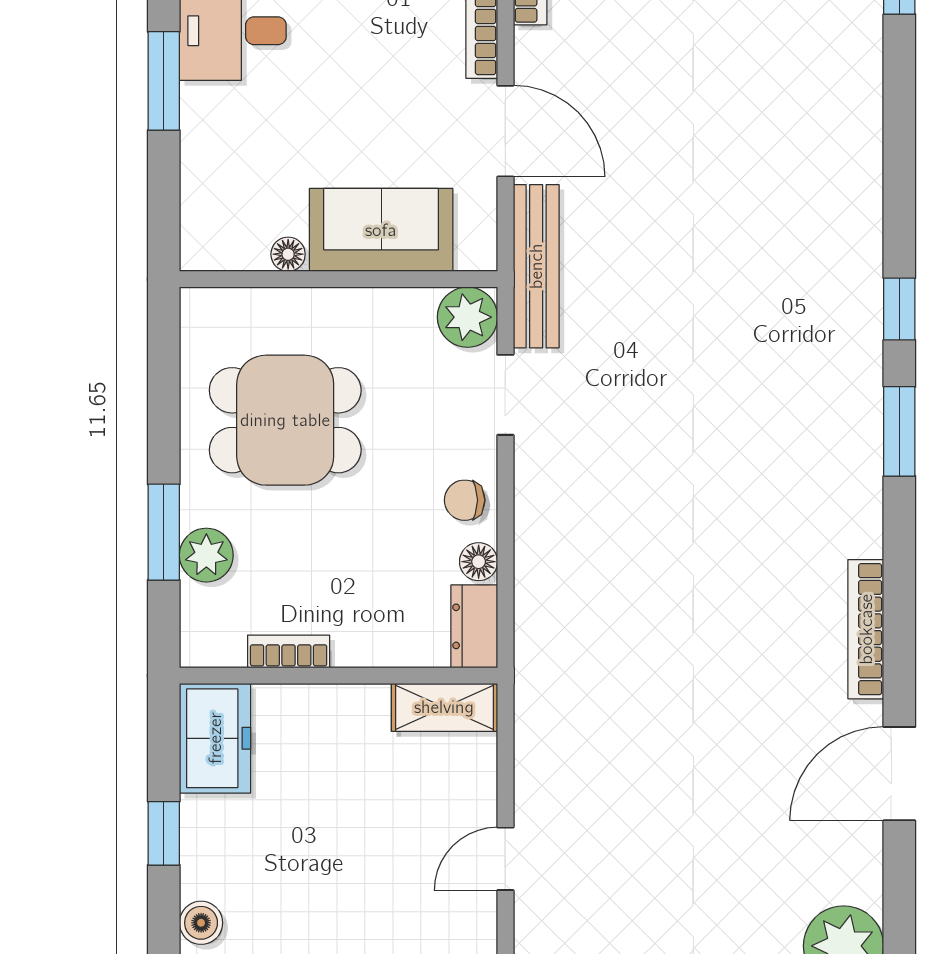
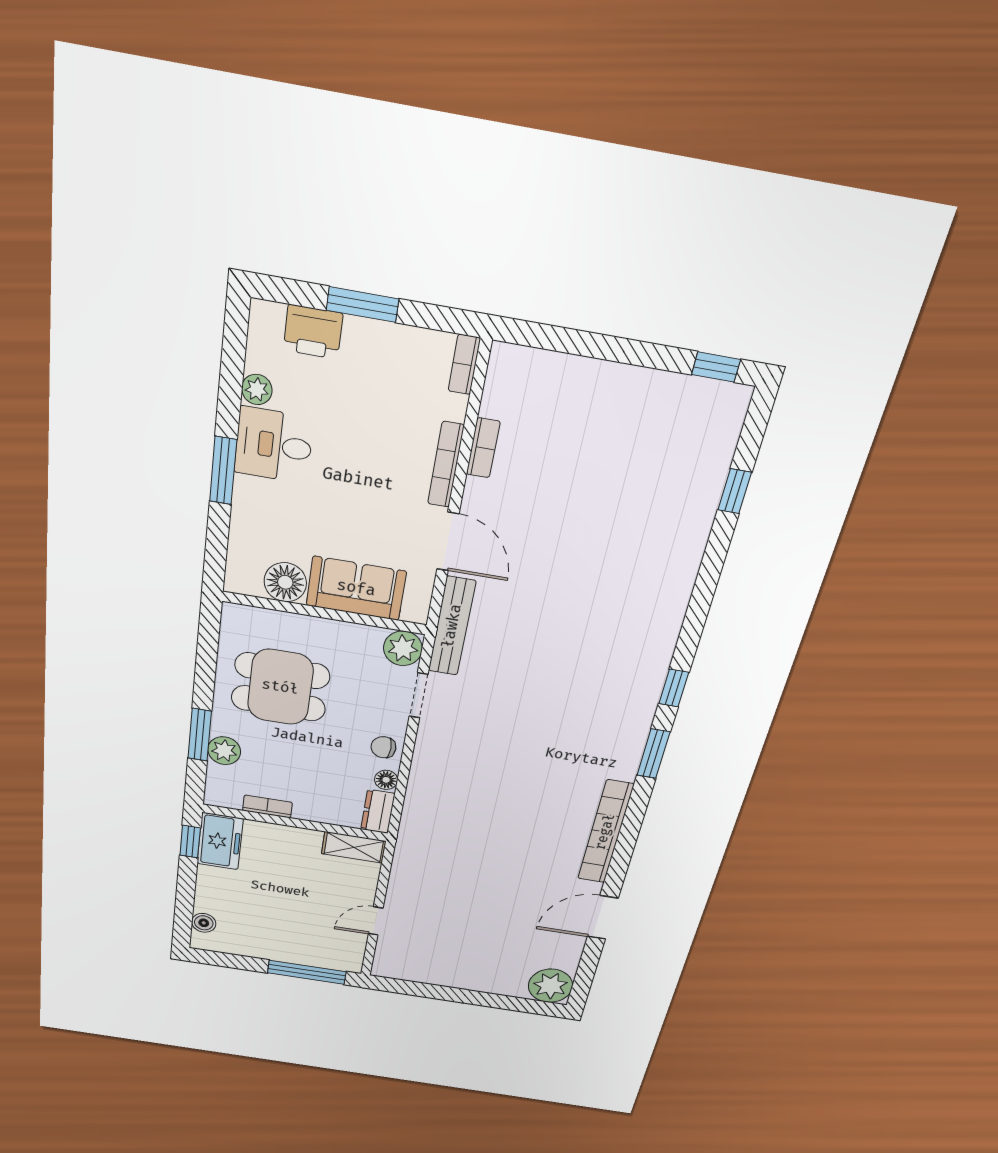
floor lamp: (288, 254) -> (285, 582), width x1.89, depth x1.89
bookcase: (866, 629) -> (605, 832), width x1.48, depth x1.31
window: (164, 833) -> (190, 842), moved

